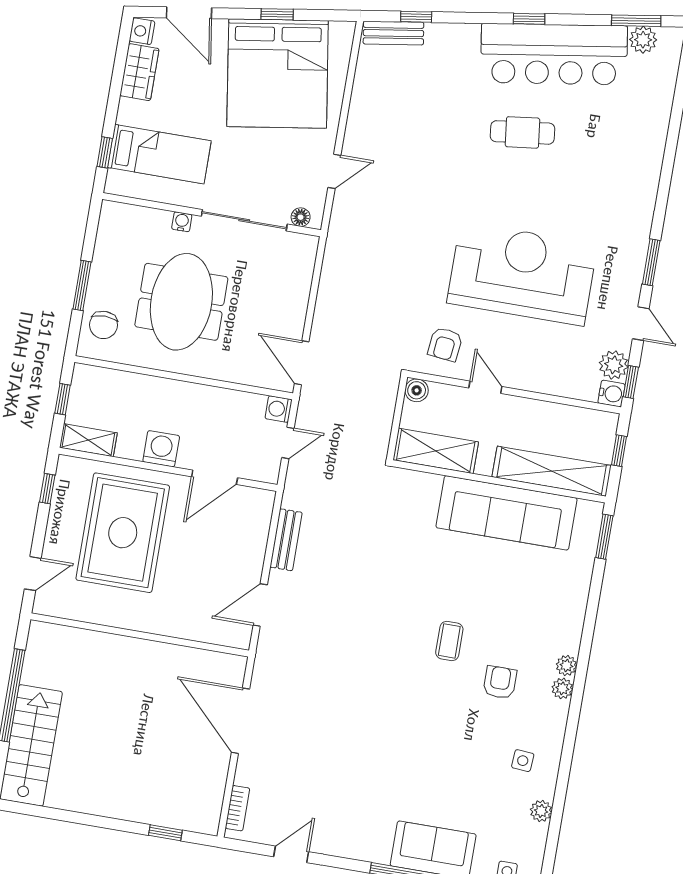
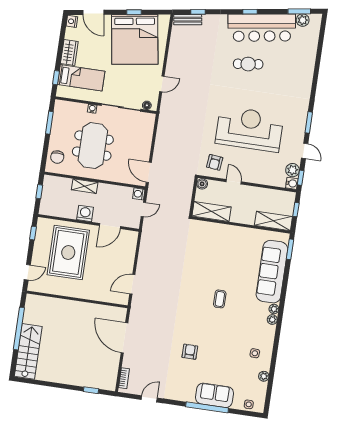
wardrobe: (139, 72) -> (69, 52), moved
window: (82, 285) -> (49, 123), moved
shelving: (88, 440) -> (85, 186), moved
shelving: (552, 471) -> (273, 221), width x0.68
sofa: (506, 513) -> (272, 272), moved, turned 90
bench: (286, 540) -> (144, 254), removed
armchair: (500, 682) -> (190, 352), moved

